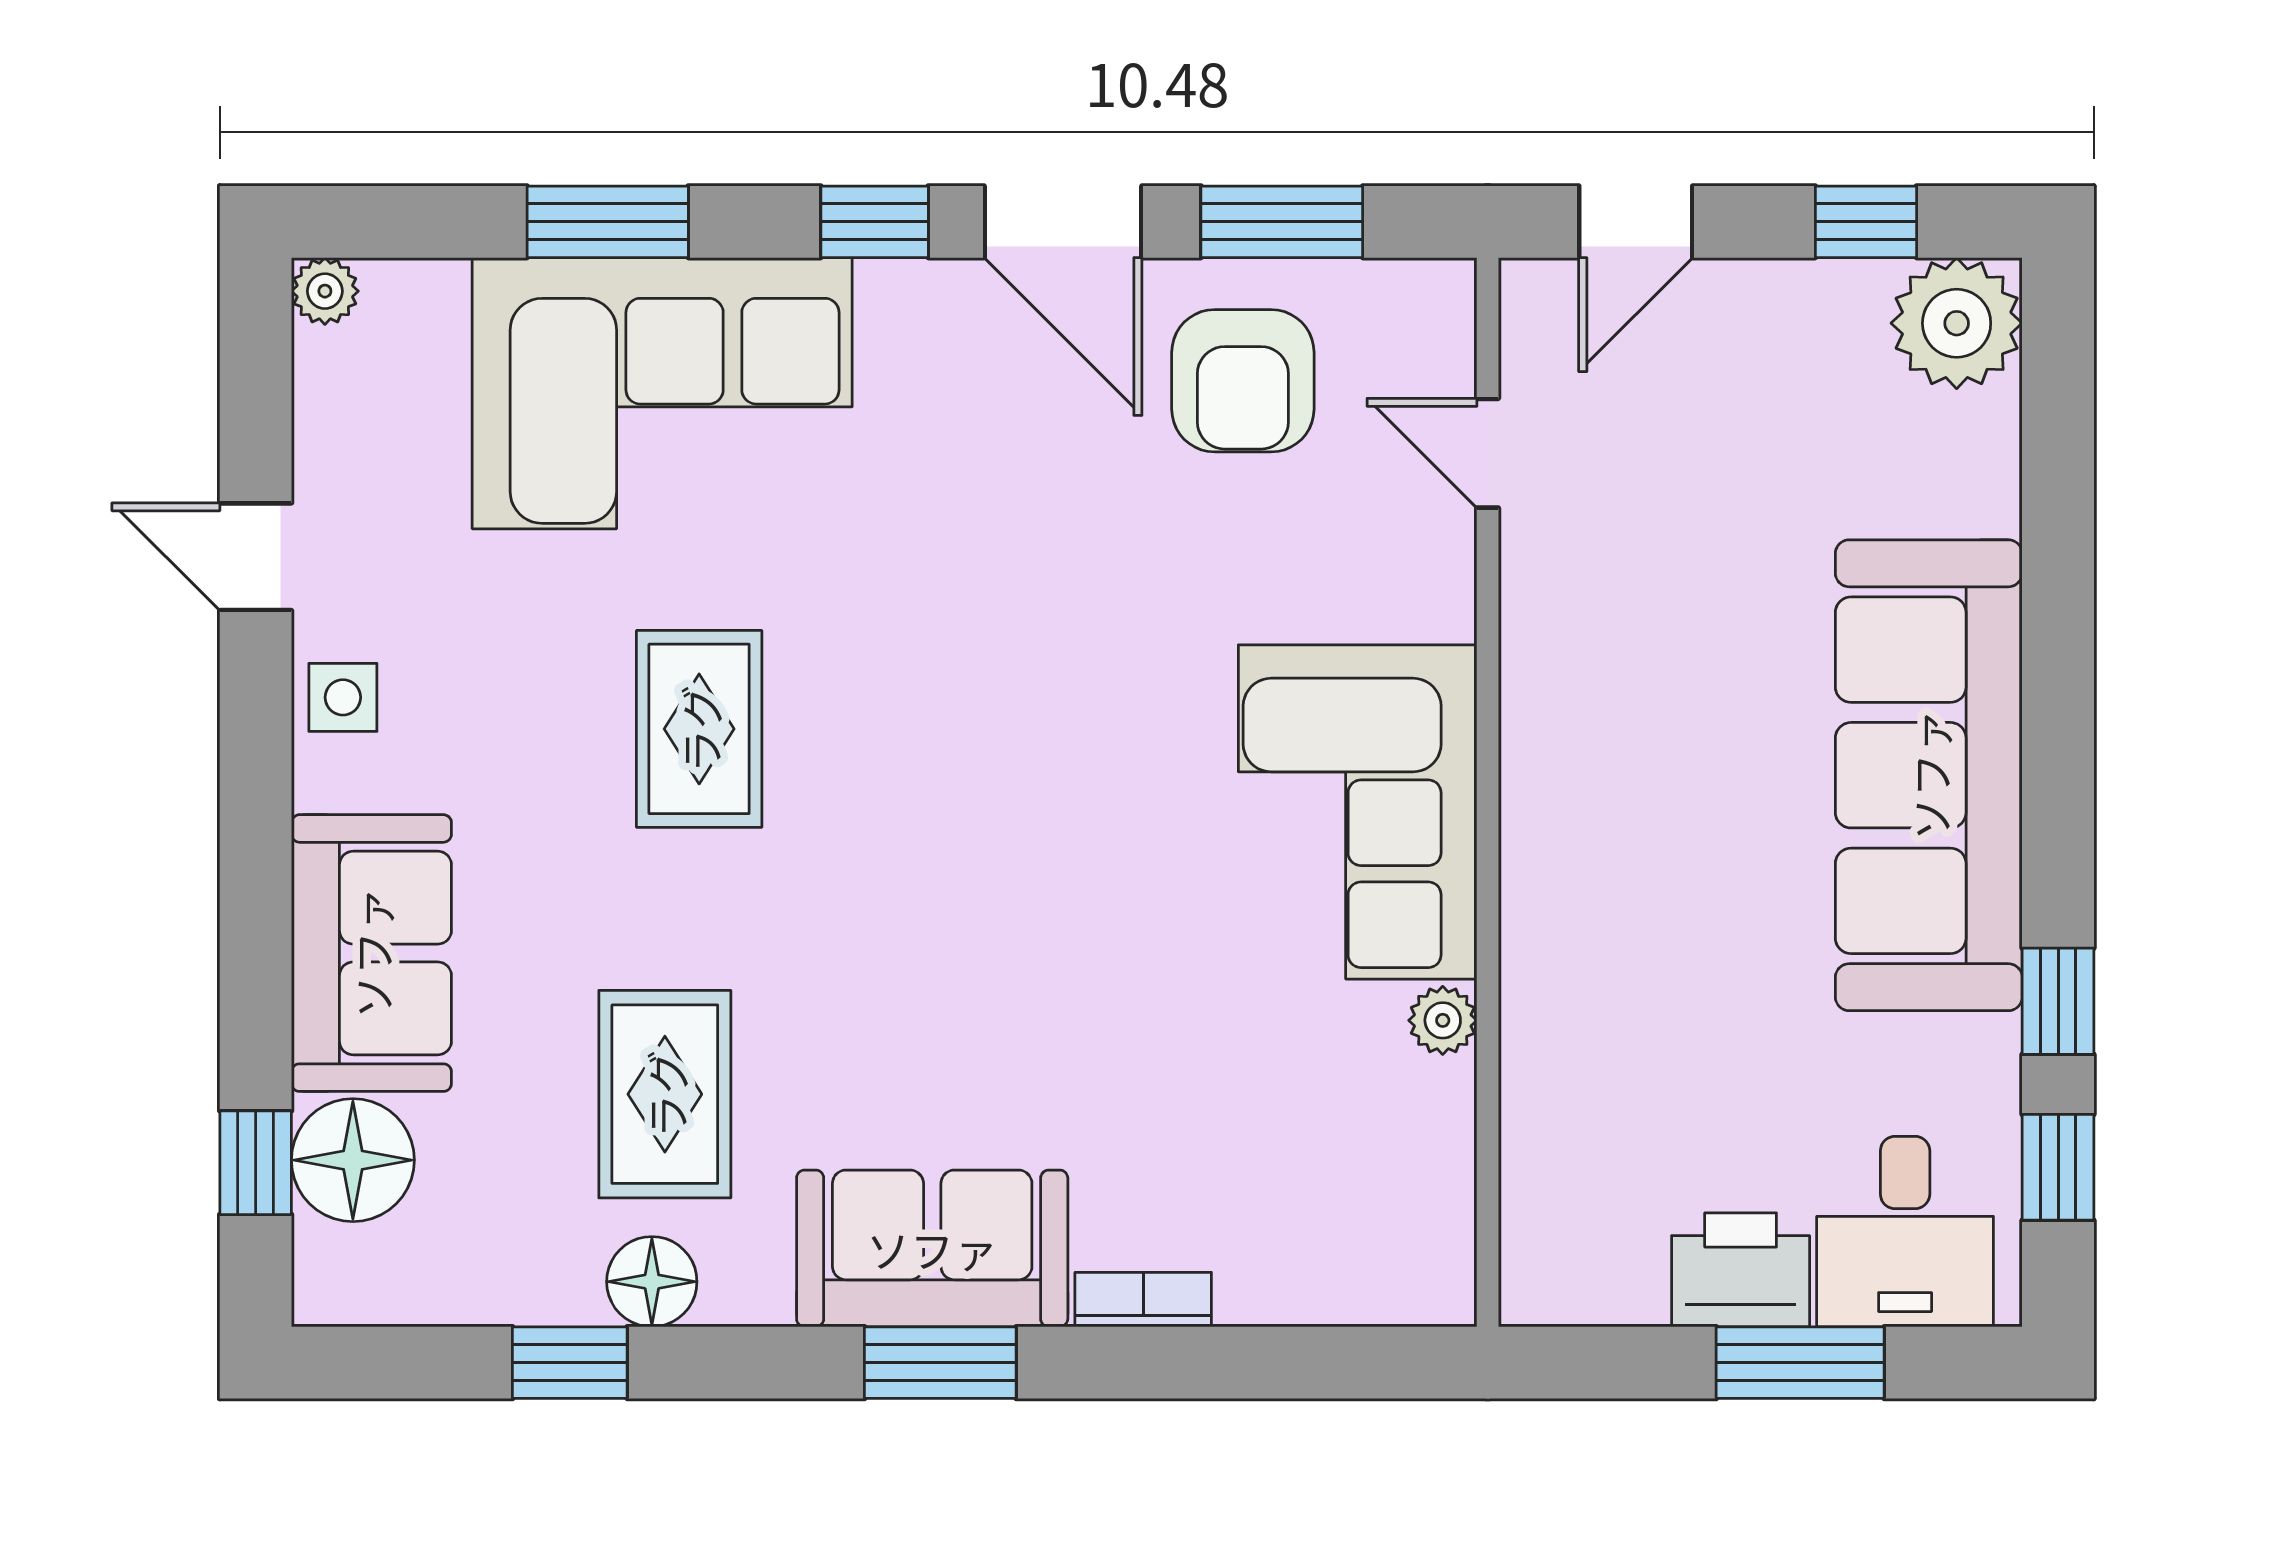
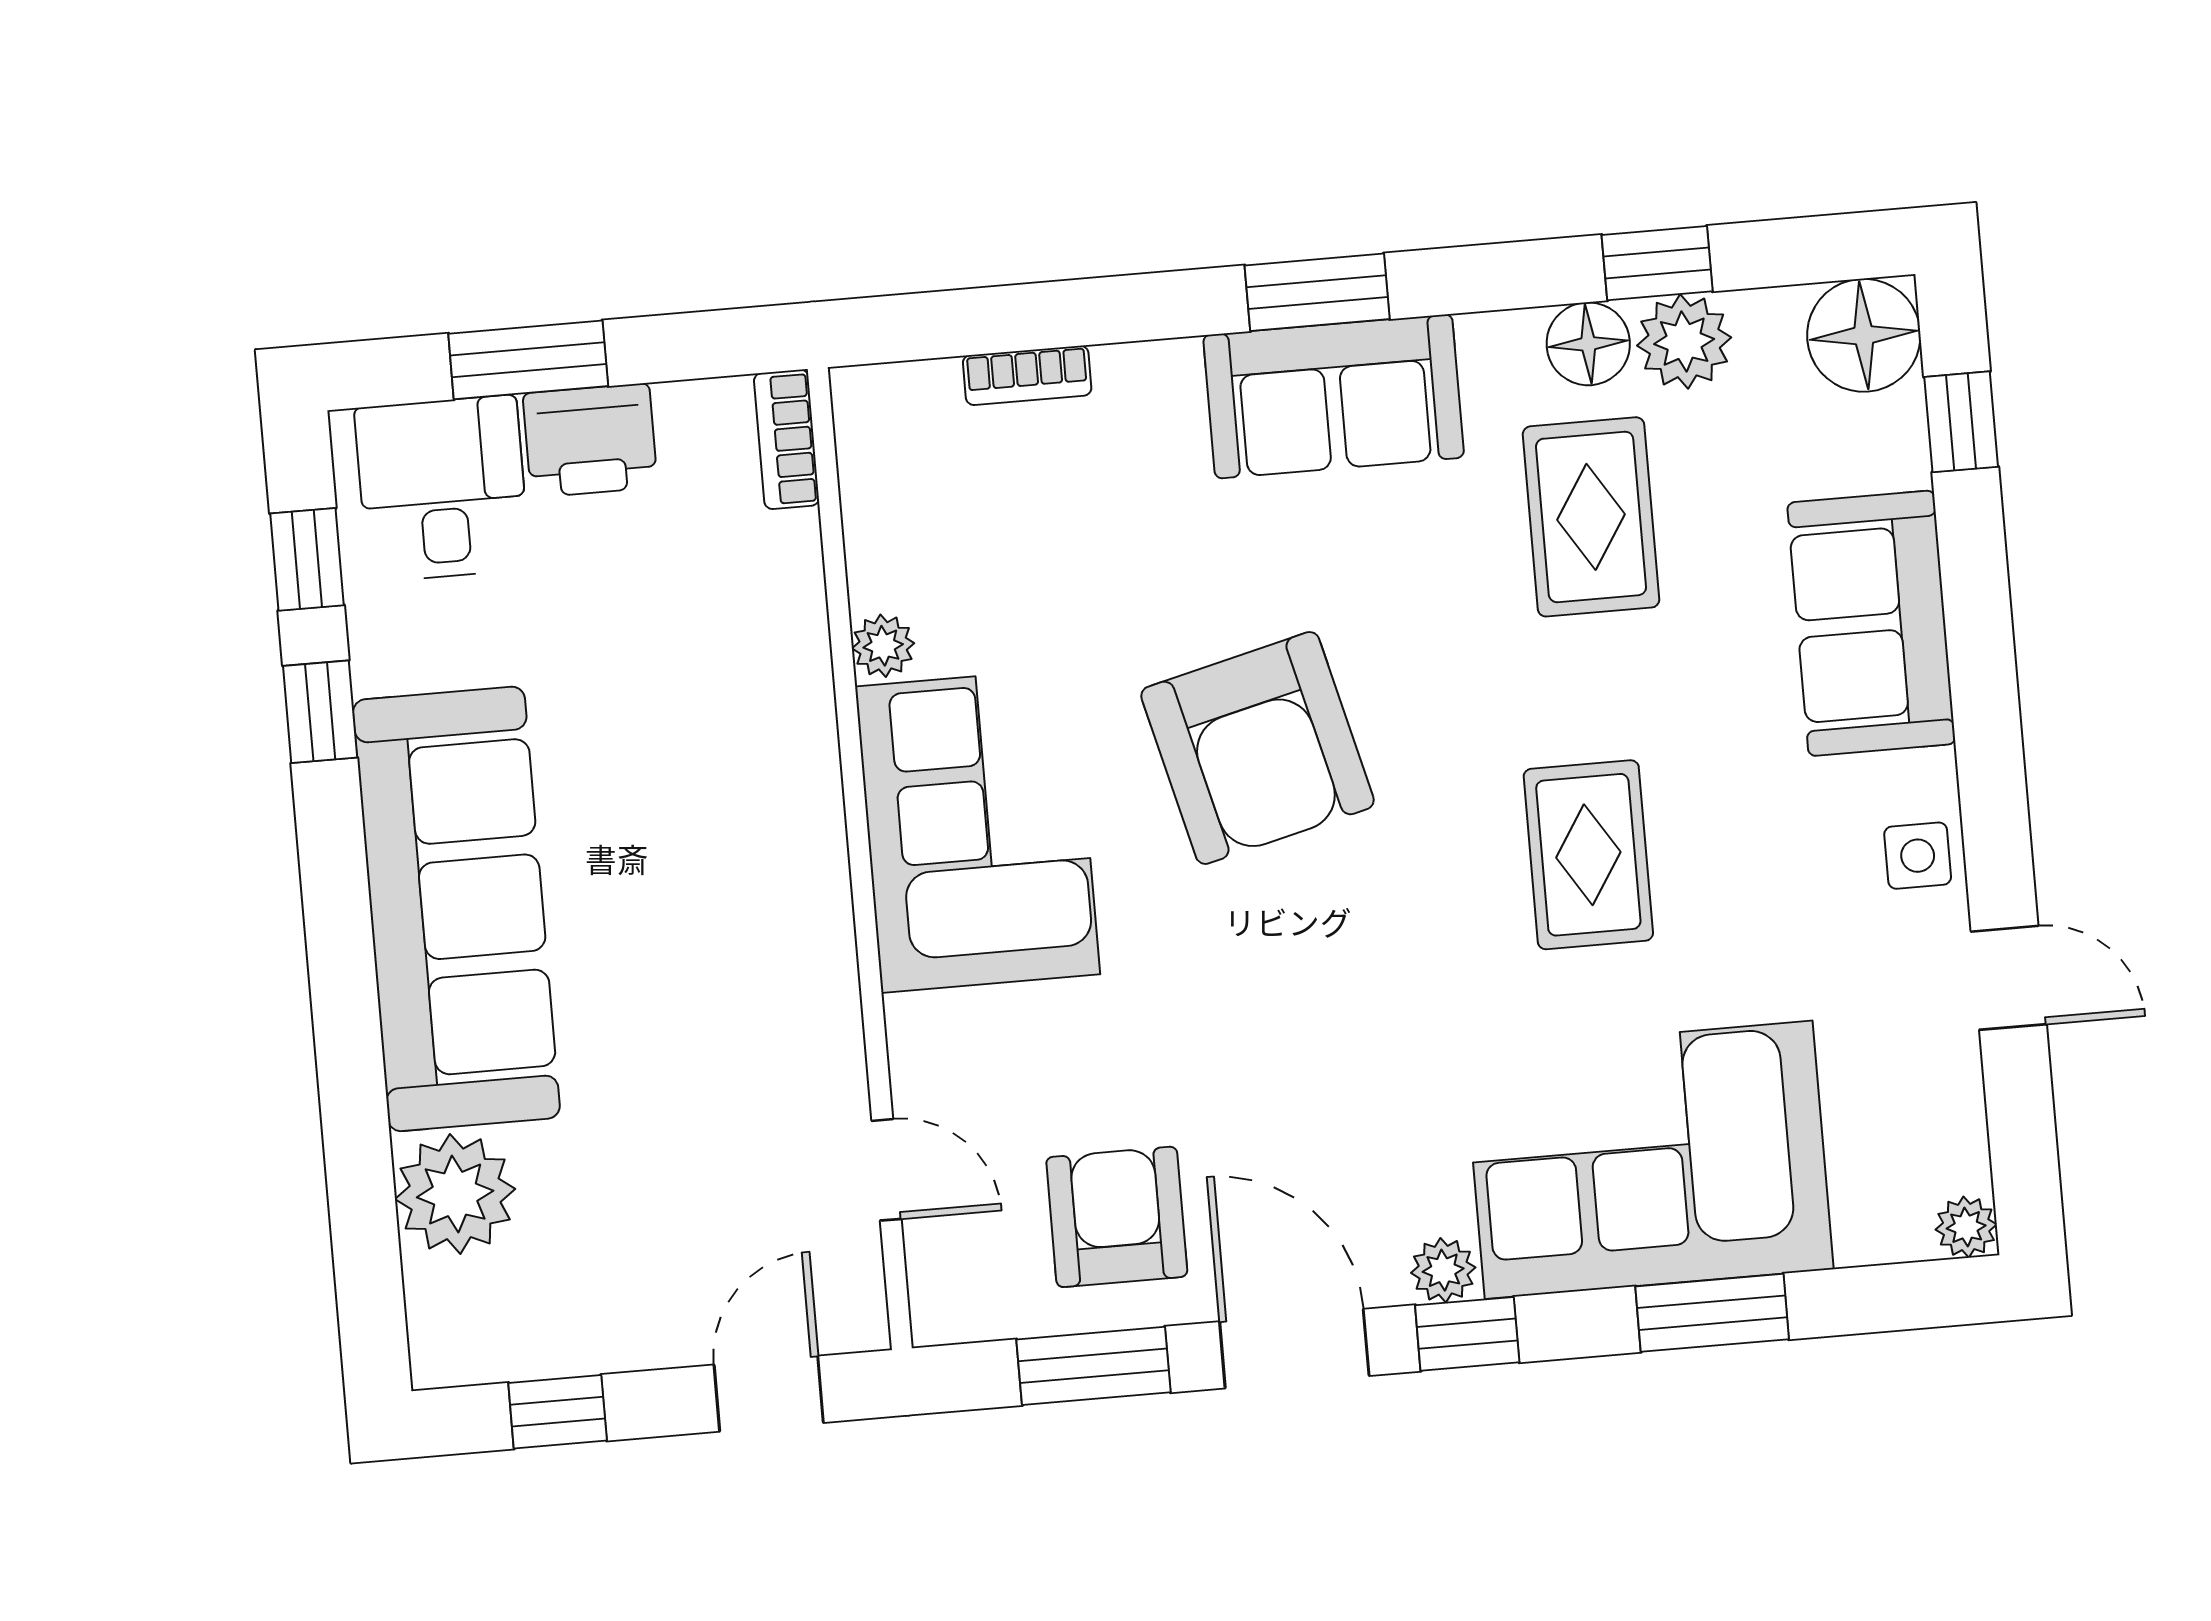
plant: (895, 293) -> (1443, 1270), added
plant: (1957, 323) -> (455, 1194), moved
armchair: (1047, 875) -> (1257, 748), added
floor lamp: (353, 1160) -> (1864, 335), moved
bookcase: (1528, 1253) -> (787, 439), added
plant: (548, 1275) -> (1684, 342), added
bookcase: (1143, 1300) -> (1027, 375), moved

